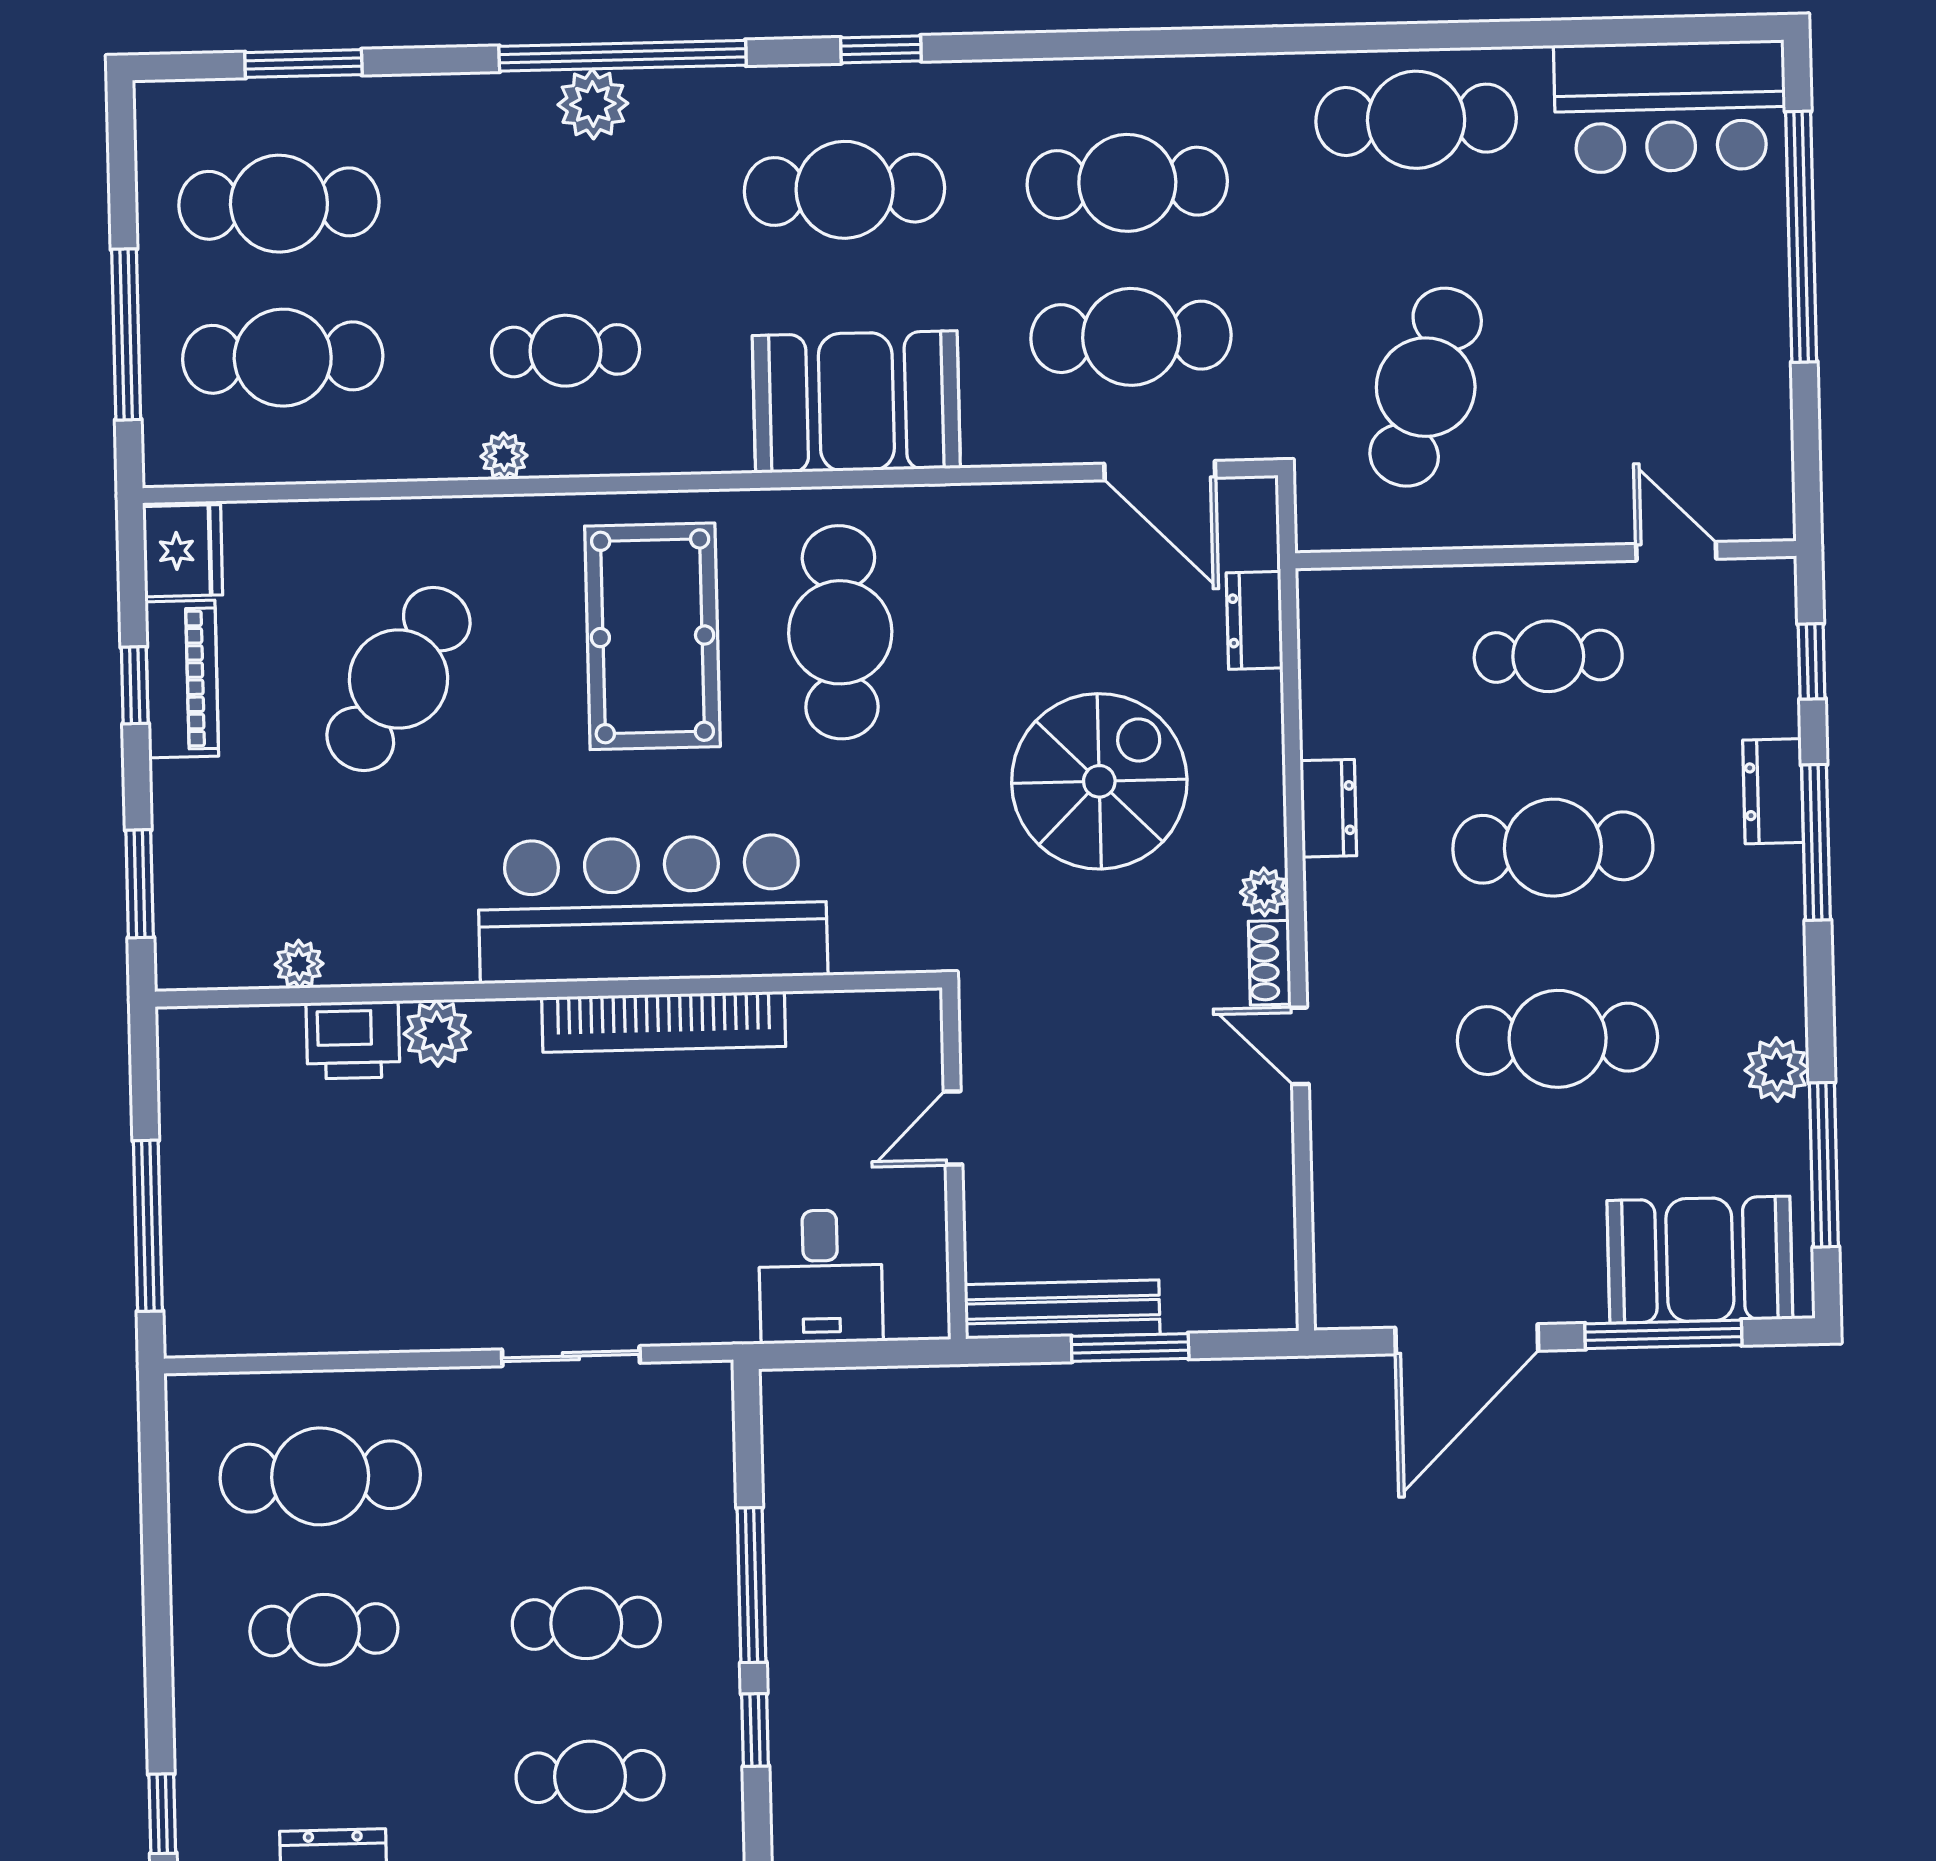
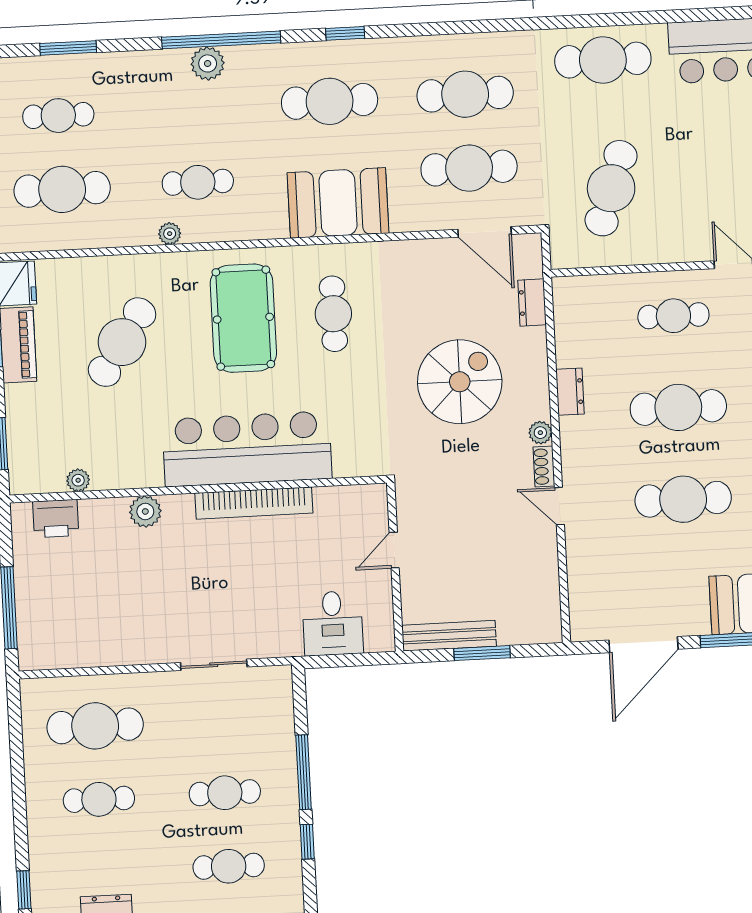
cafe table: (279, 204) -> (58, 116), width x0.73, depth x0.74
cafe table: (840, 632) -> (333, 314), width x0.73, depth x0.74
printer: (353, 1040) -> (56, 518), moved

